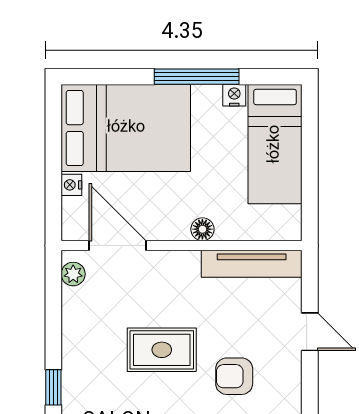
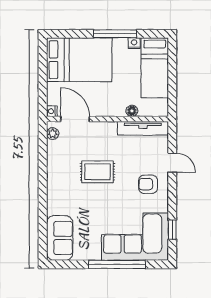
nightstand: (71, 185) -> (52, 111), moved
floor lamp: (202, 229) -> (132, 111), moved
armchair: (234, 376) -> (148, 184), moved
window: (53, 387) -> (43, 191), removed

